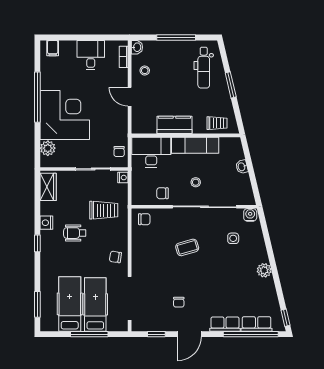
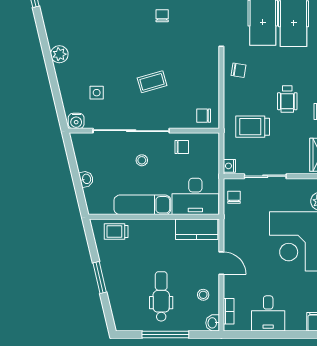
dental chair: (204, 68) -> (161, 296), moved
kitchen counter: (174, 125) -> (197, 229), moved
wheelchair: (75, 233) -> (287, 99), turned 90

